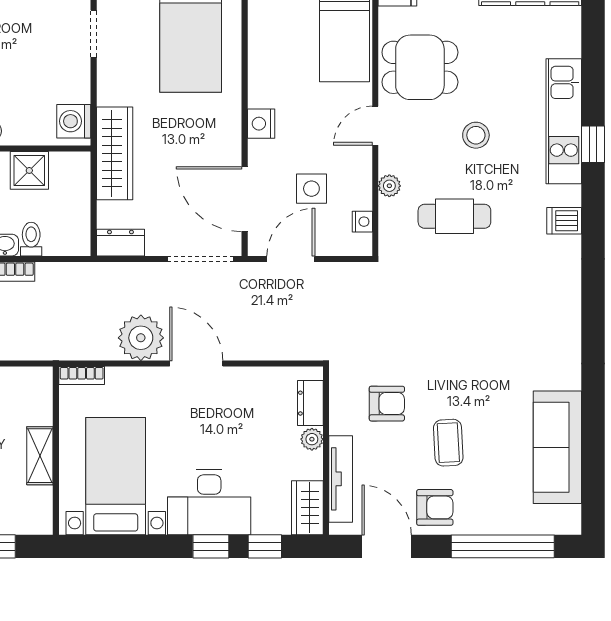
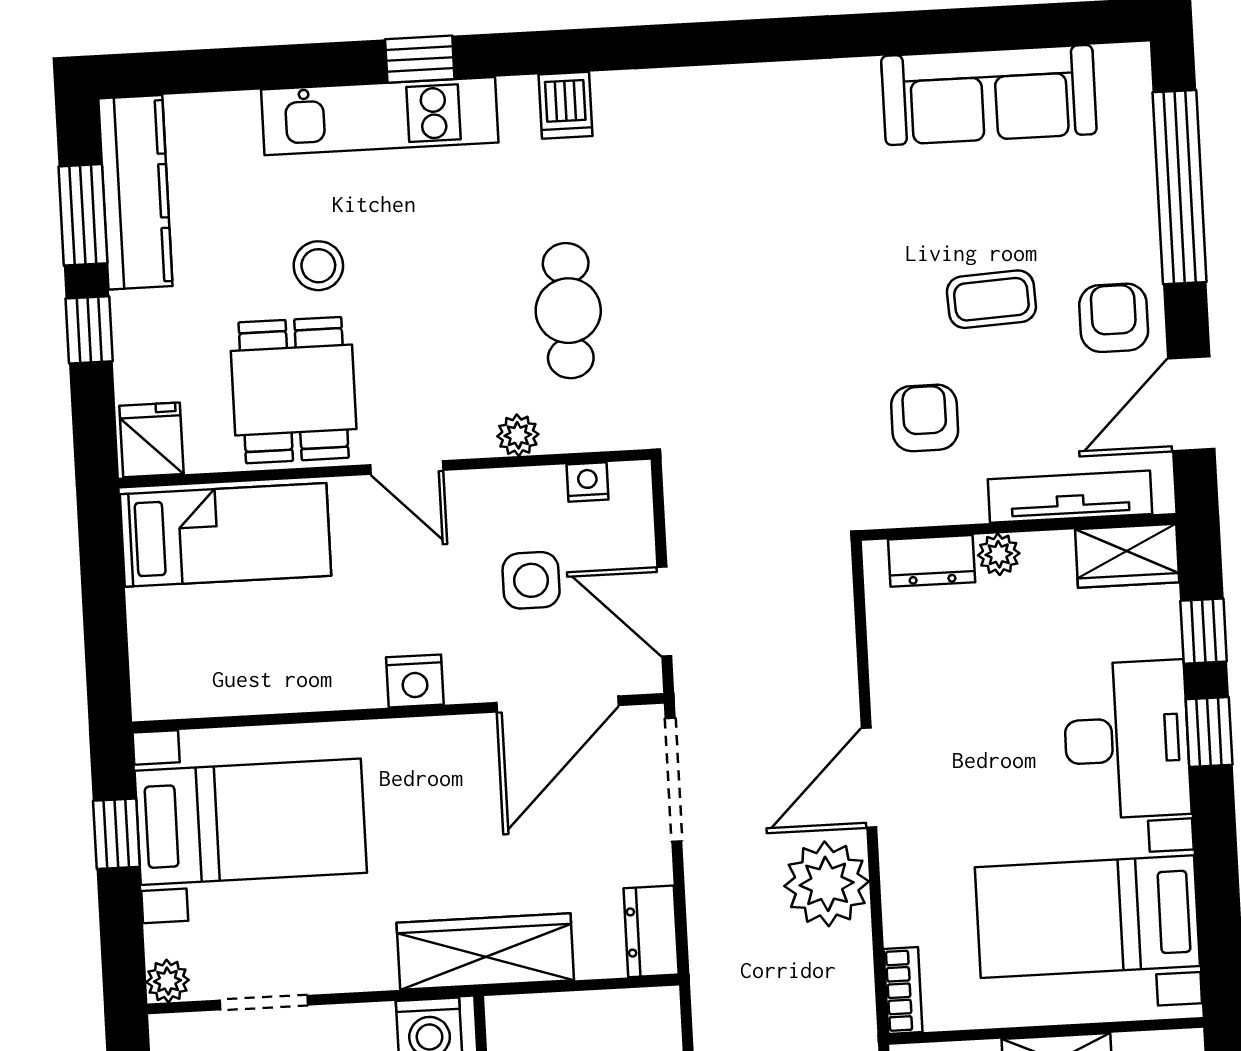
stool: (476, 135) -> (318, 266), moved

